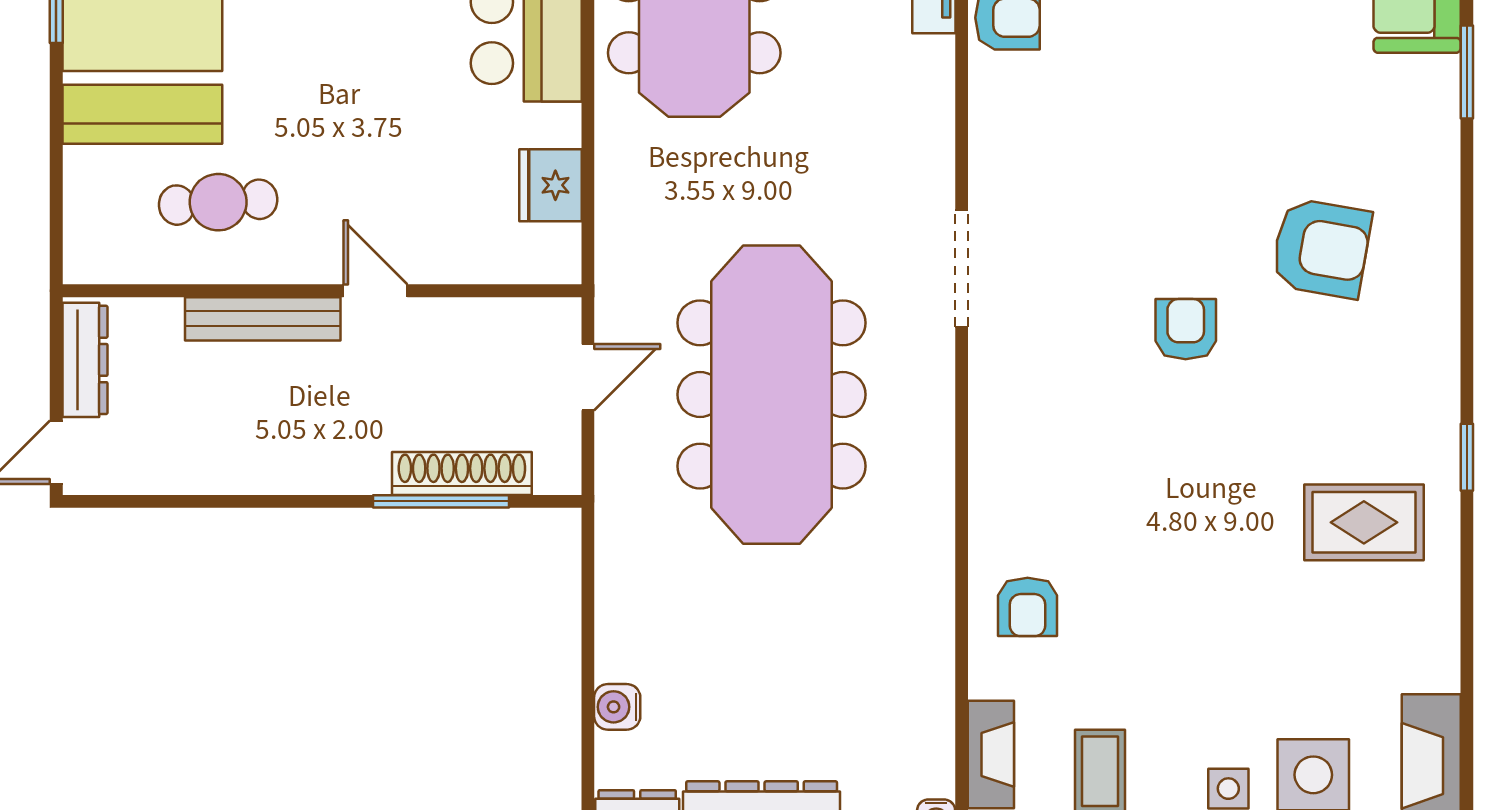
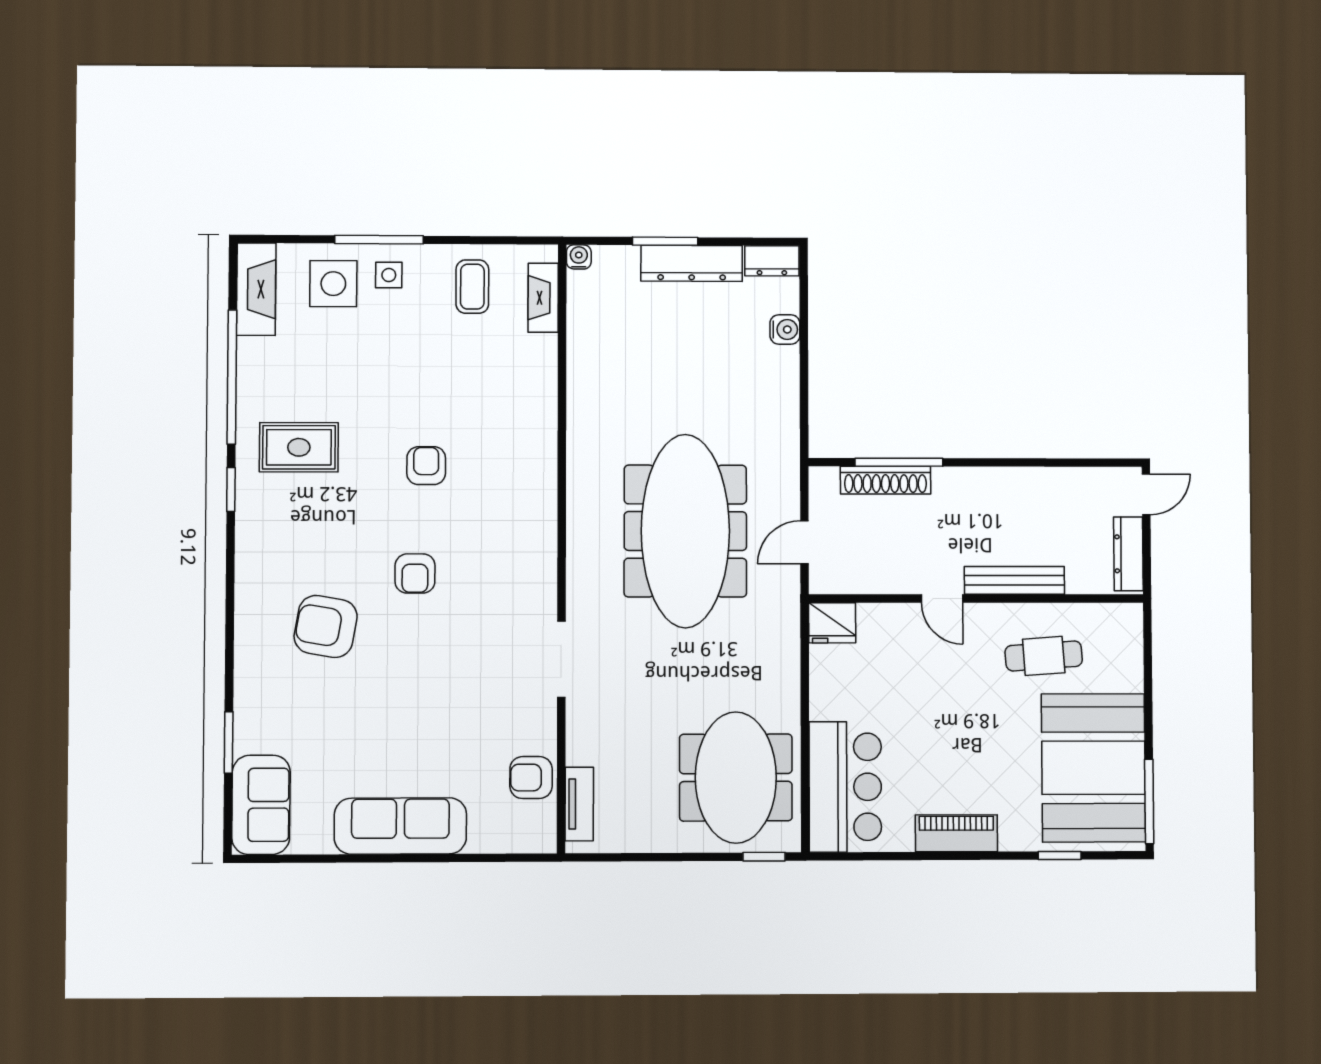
fridge: (550, 185) -> (832, 623), moved, turned 90
doorway: (962, 269) -> (561, 659), moved
armchair: (1028, 607) -> (426, 466), moved
window: (1467, 630) -> (232, 377), added

